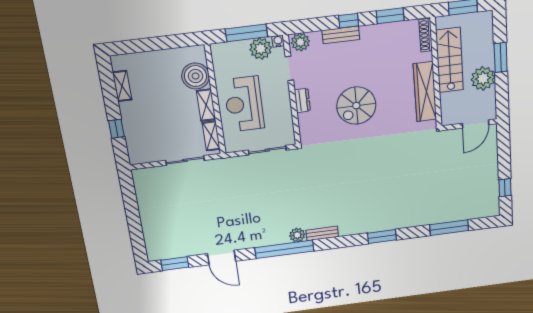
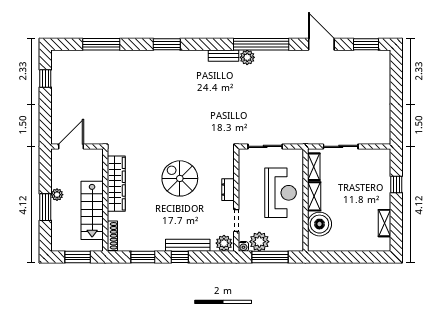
bench: (341, 35) -> (188, 245), width x1.36
plant: (483, 78) -> (57, 195), width x0.53, depth x0.53
spiral stairs: (356, 106) -> (180, 178), turned -90

